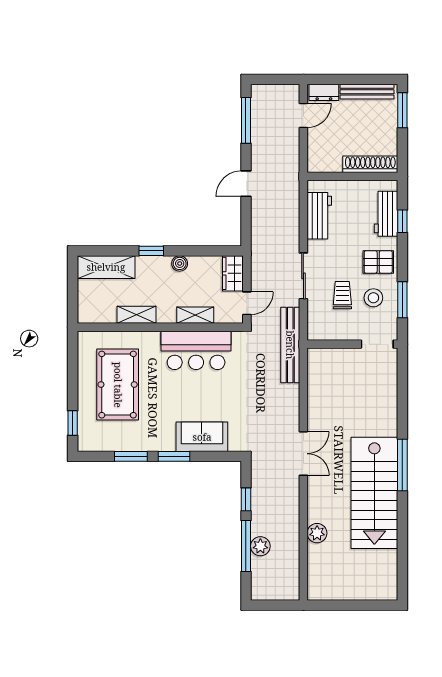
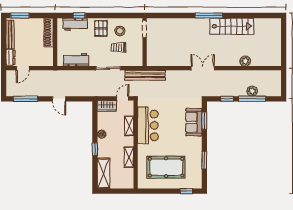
door: (303, 115) -> (23, 68), swing flipped
window: (402, 300) -> (121, 16), removed
door: (247, 303) -> (123, 98), hinge flipped
window: (174, 456) -> (204, 121), moved
stairs: (374, 493) -> (232, 26), width x0.73, depth x0.66

